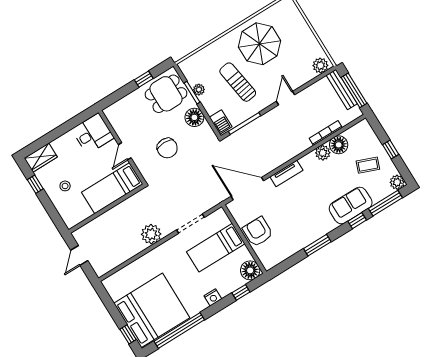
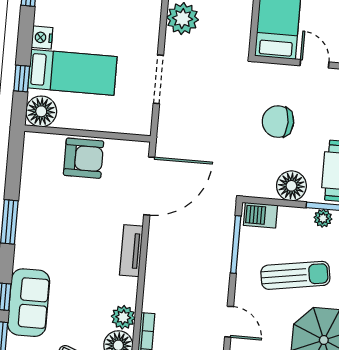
bed: (216, 248) -> (72, 72), moved, turned 90

